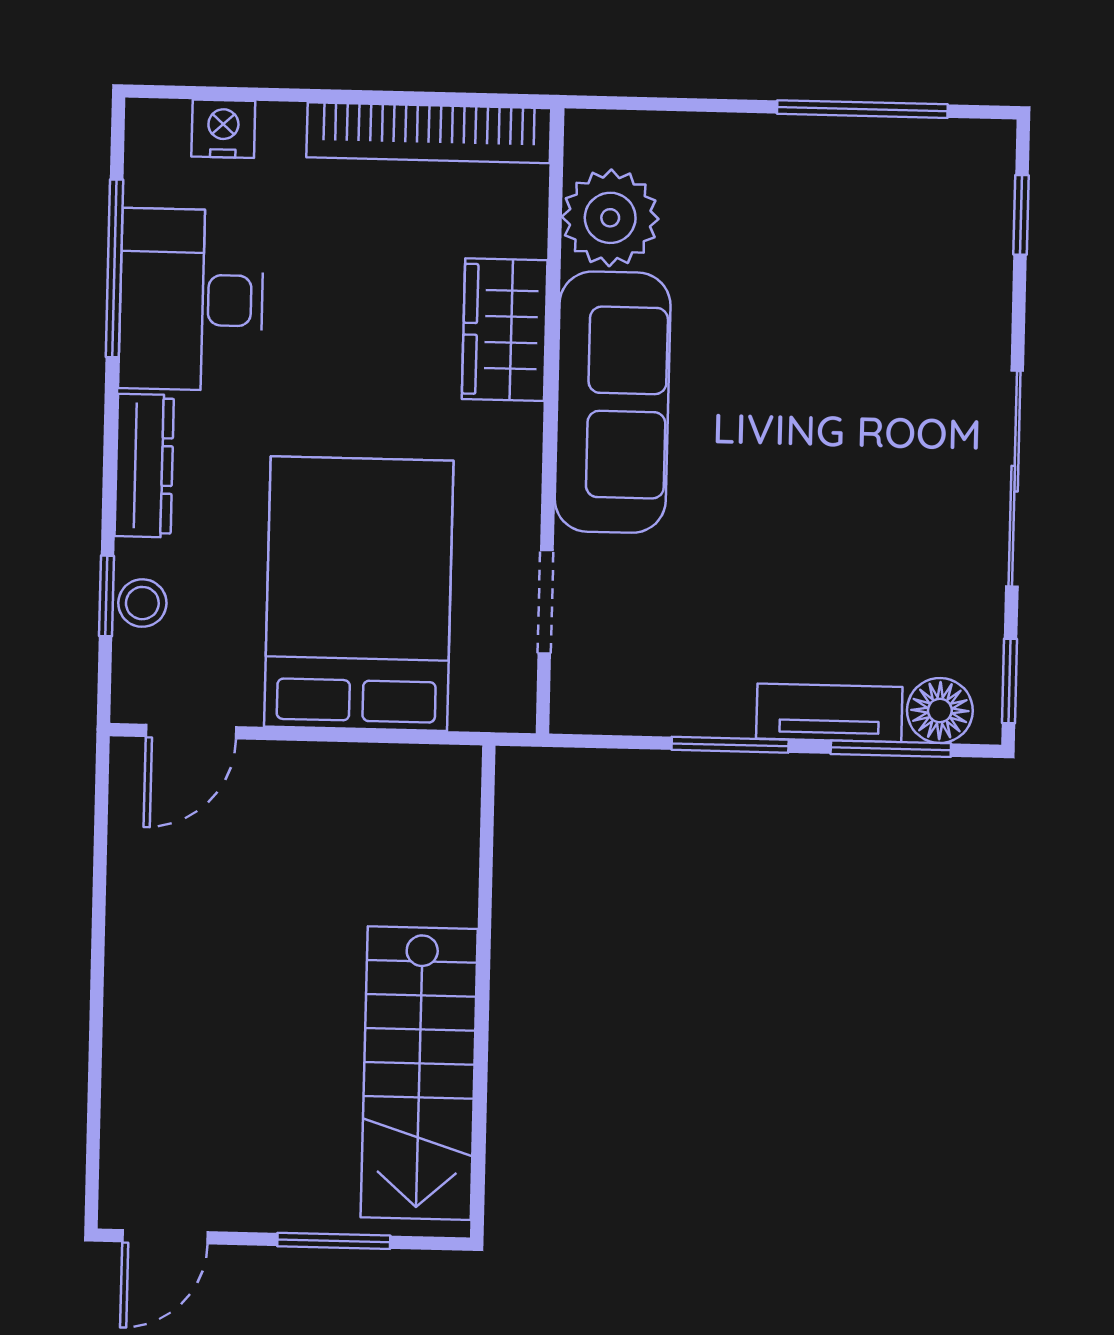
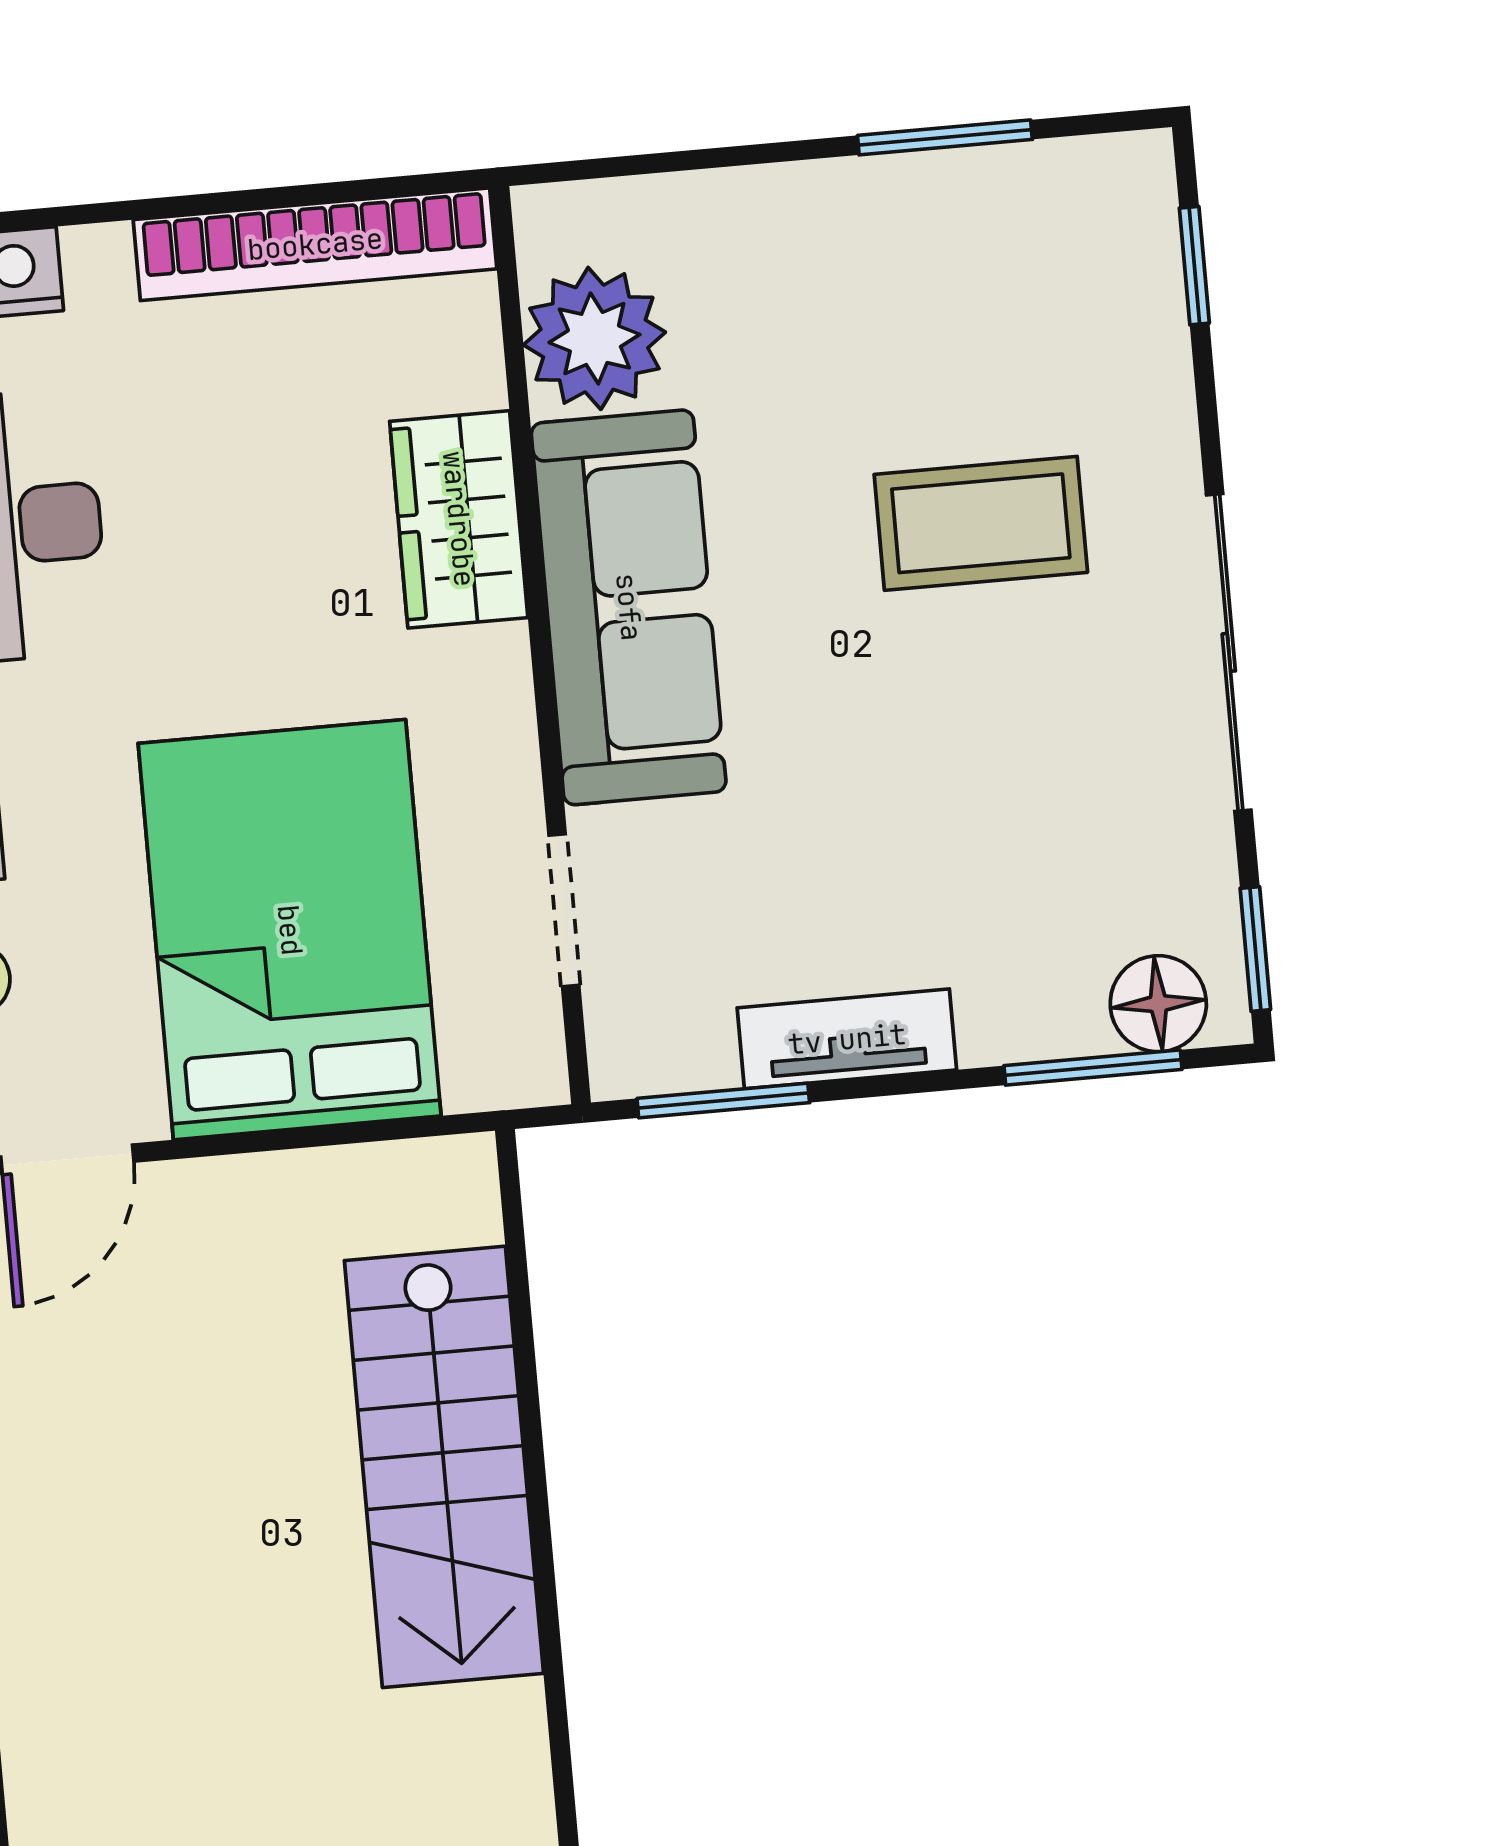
window: (862, 109) -> (945, 137), width x0.69
coffee table: (857, 372) -> (981, 523), added
tv unit: (829, 713) -> (847, 1039), moved
window: (730, 745) -> (723, 1101), moved
stairs: (419, 1073) -> (444, 1467), moved

